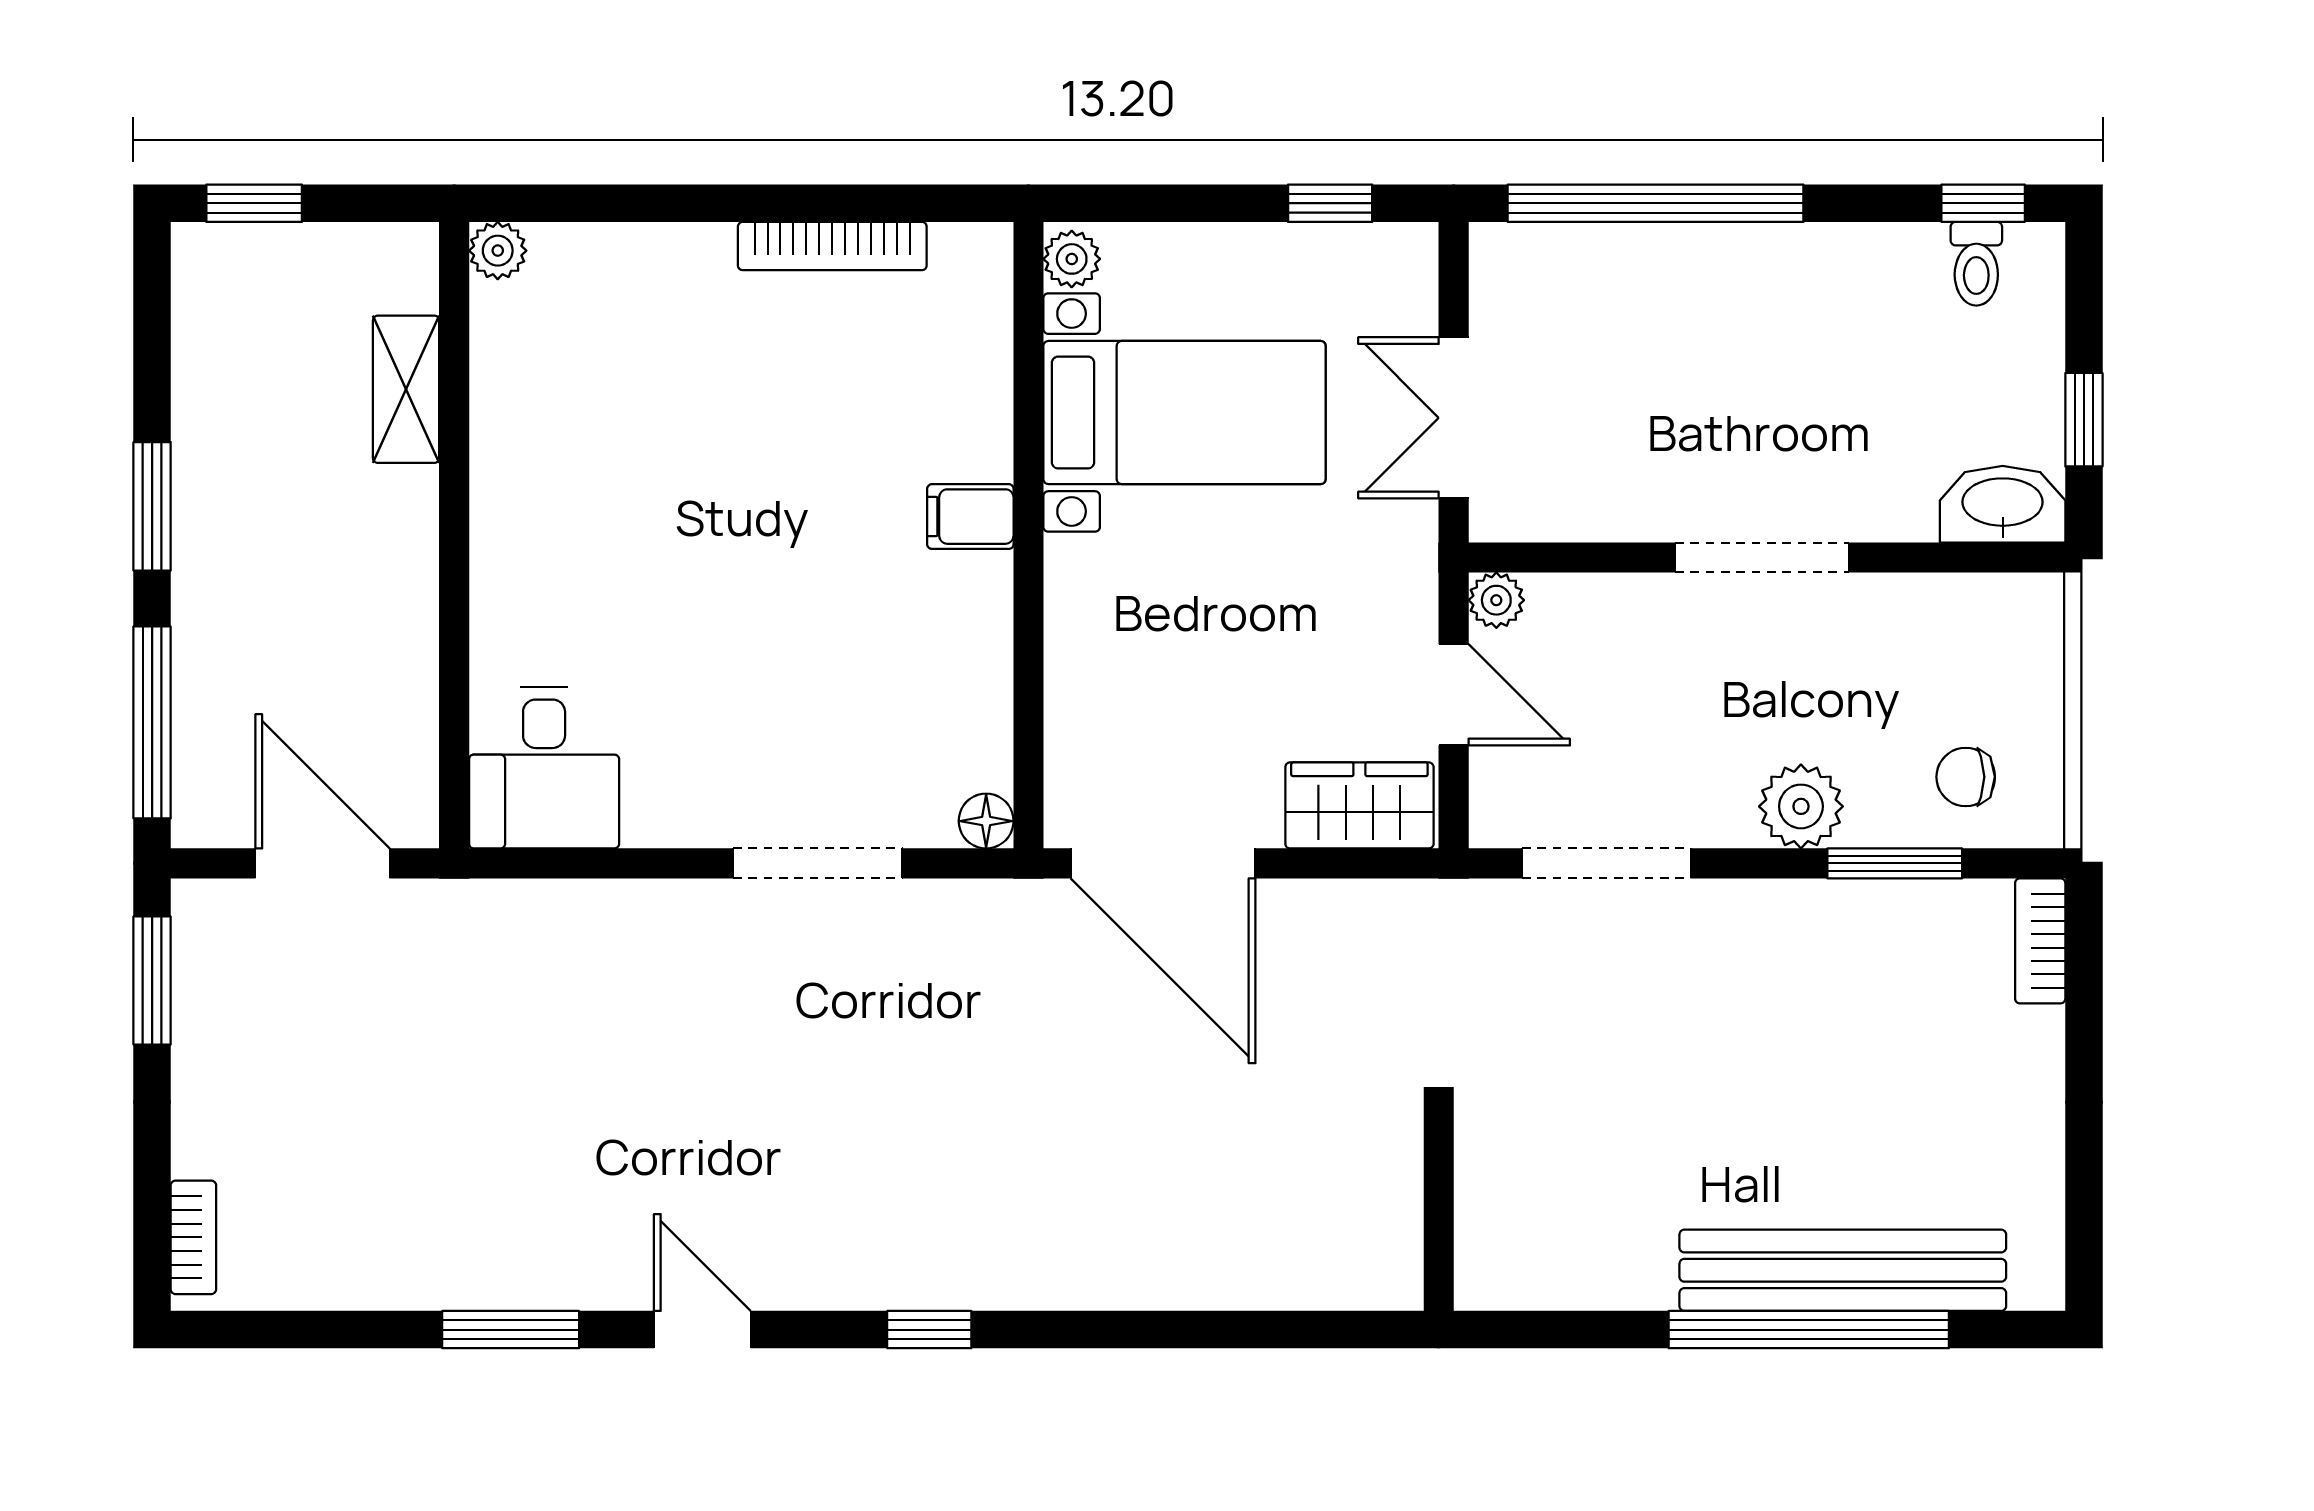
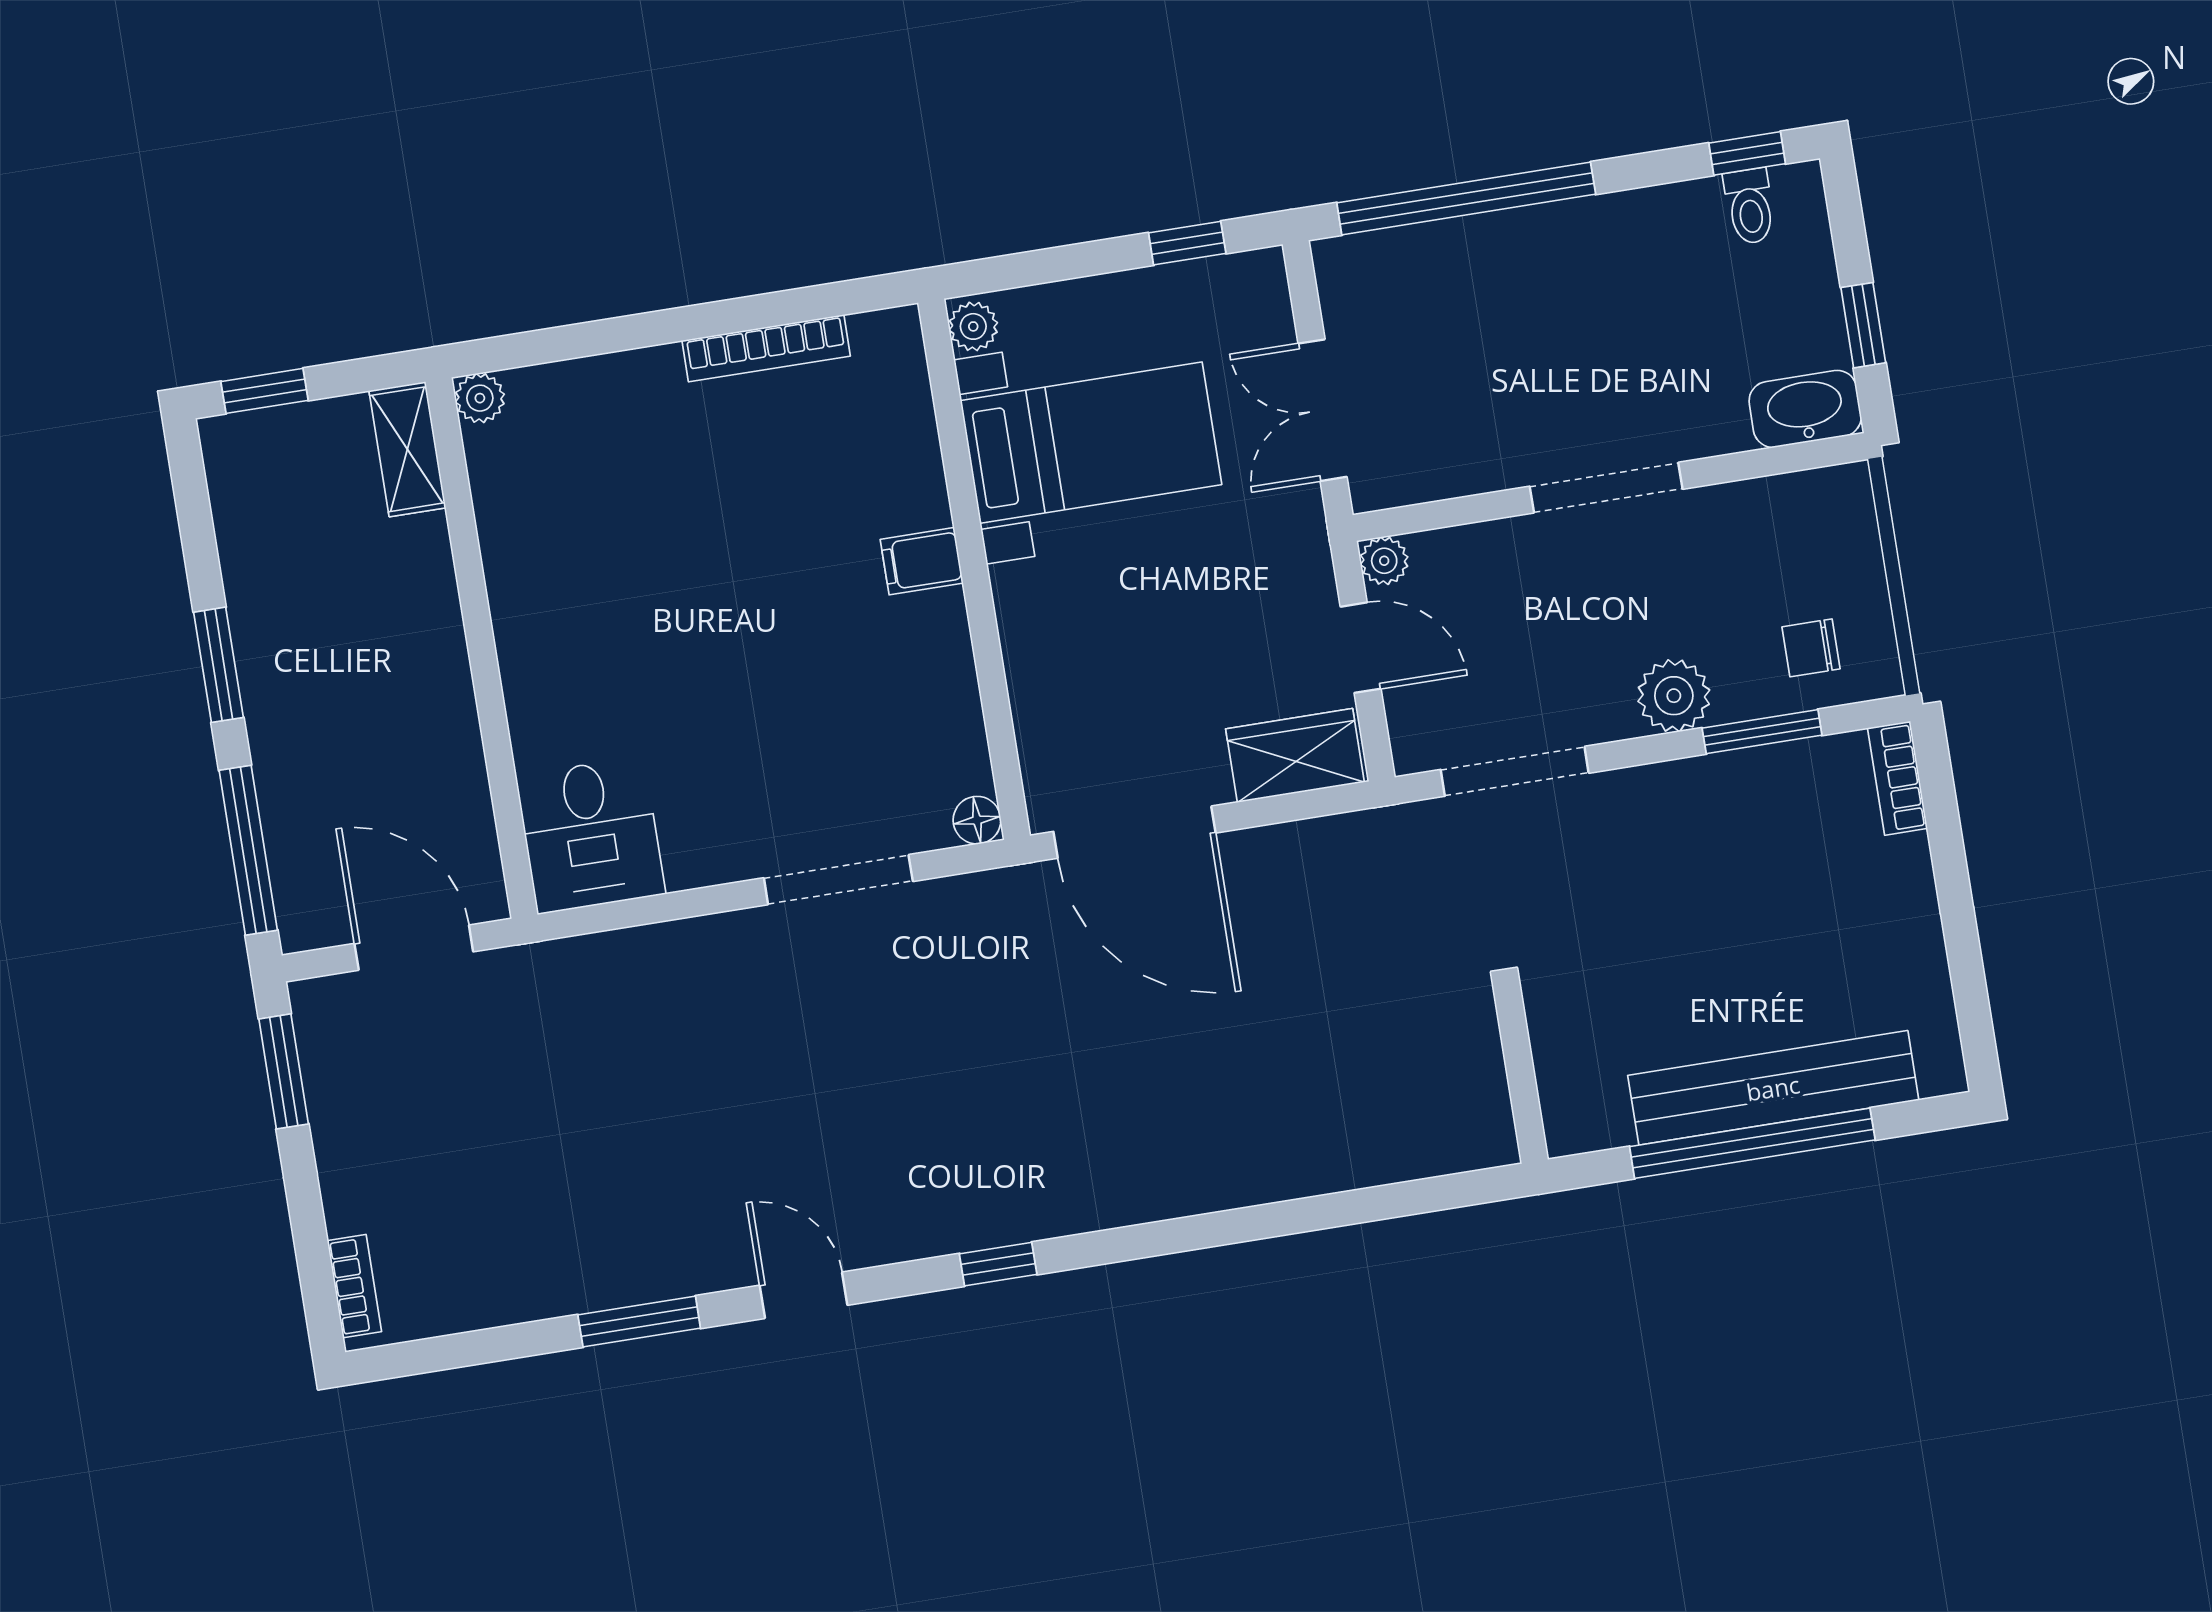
shelving: (406, 389) -> (407, 449), moved
wall: (1439, 1214) -> (1521, 1079), moved

